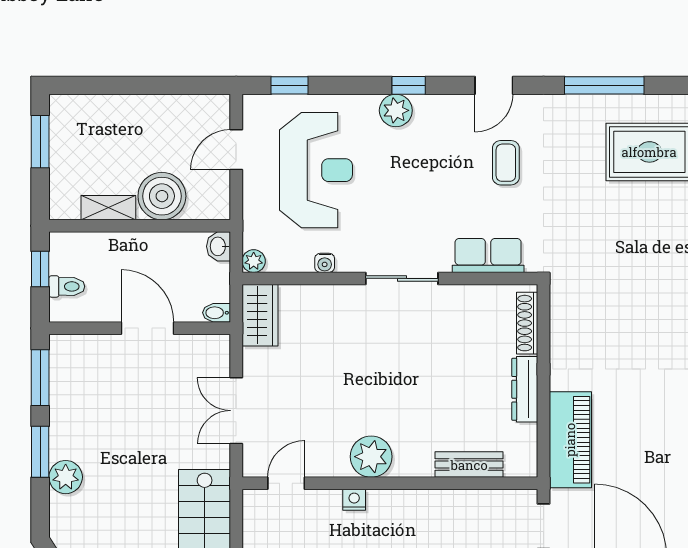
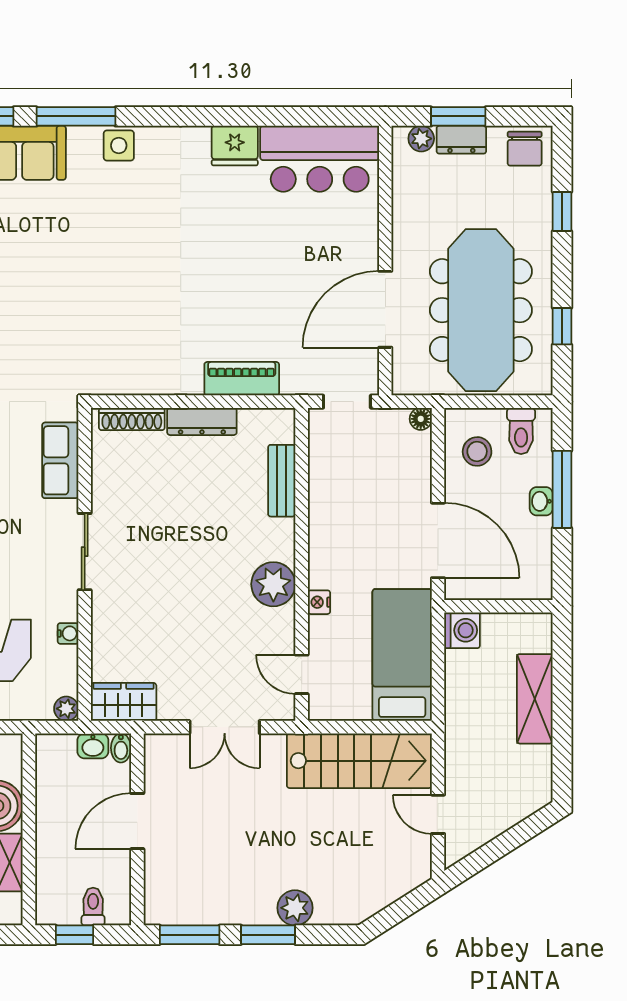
washbasin: (219, 246) -> (93, 746), moved
piano: (570, 440) -> (242, 379), width x0.73, depth x0.75

